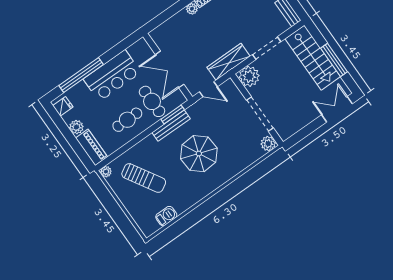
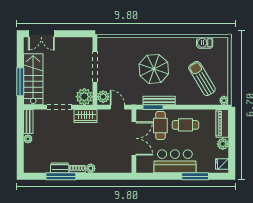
window: (334, 60) -> (20, 82), moved
wardrobe: (229, 62) -> (85, 116), width x0.67
window: (81, 75) -> (195, 176), width x0.68
plant: (268, 144) -> (103, 97), moved

